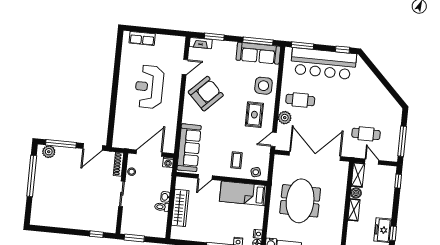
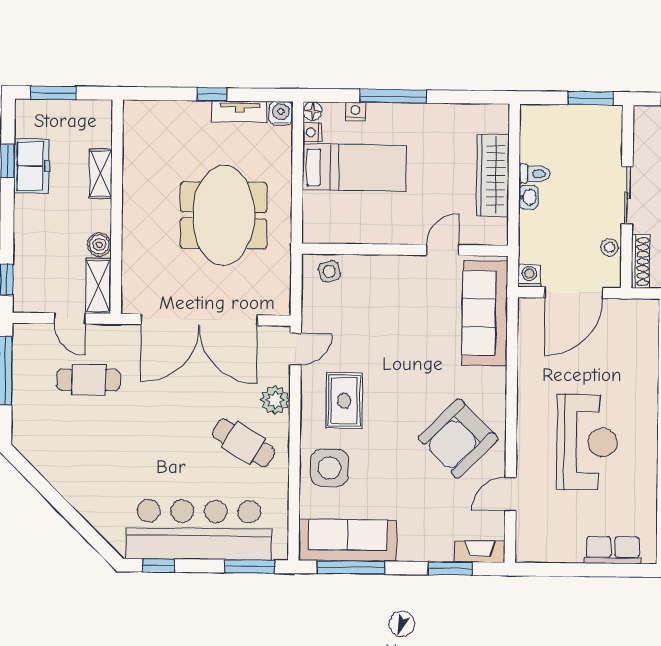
cafe table: (300, 100) -> (244, 443), turned 31
coffee table: (236, 160) -> (375, 294), removed
bed: (243, 193) -> (354, 168), moved
shelving: (354, 210) -> (101, 173), moved

